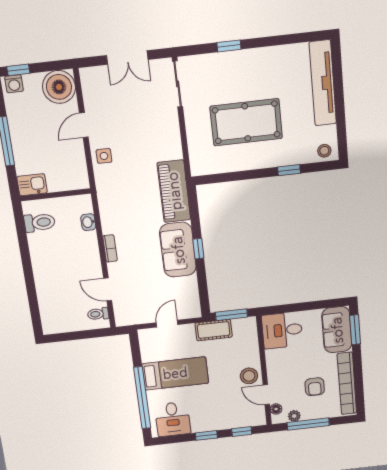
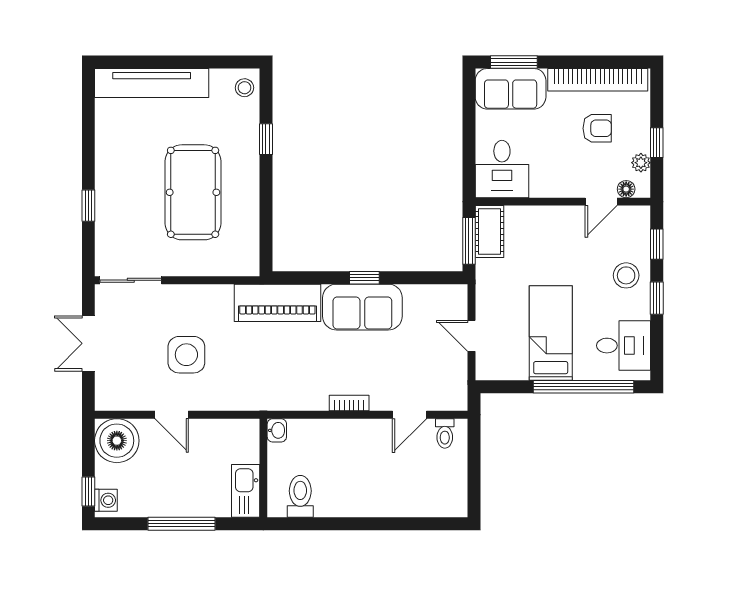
double door: (127, 58) -> (88, 343), swing flipped
side table: (104, 156) -> (186, 355), moved, width x1.87, depth x1.87
kitchen sink: (32, 185) -> (246, 491), width x1.38
washbasin: (88, 222) -> (277, 430), moved, turned -90
cot: (214, 330) -> (489, 231), moved
stool: (249, 376) -> (626, 275), moved
window: (308, 424) -> (657, 143), width x0.46

